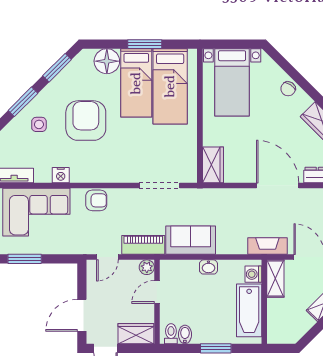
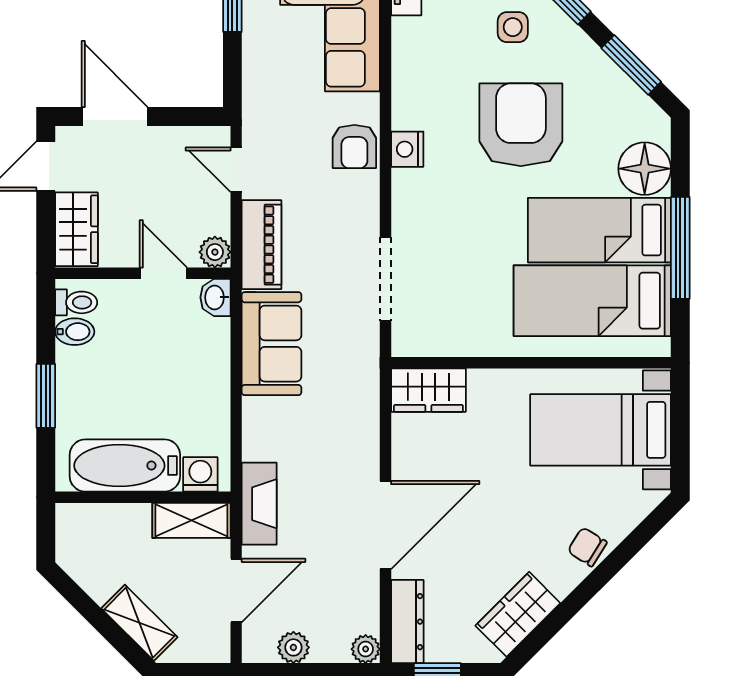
window: (145, 44) -> (680, 248), width x1.44
armchair: (86, 121) -> (521, 125), turned -90
nightstand: (61, 175) -> (407, 149), moved
washbasin: (208, 267) -> (215, 297), moved

